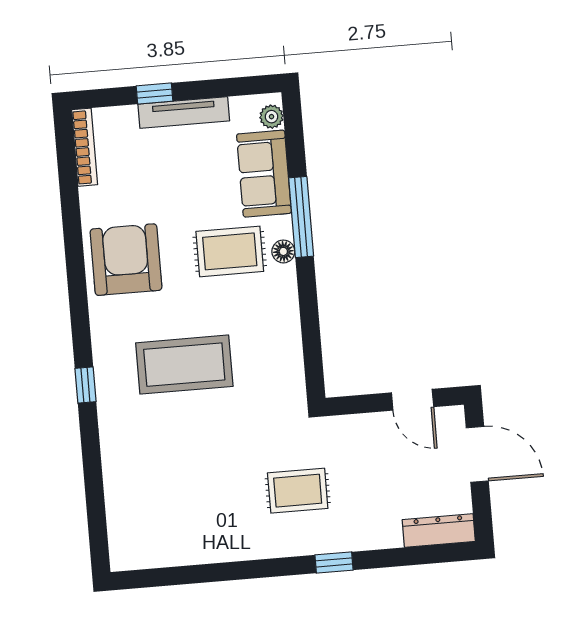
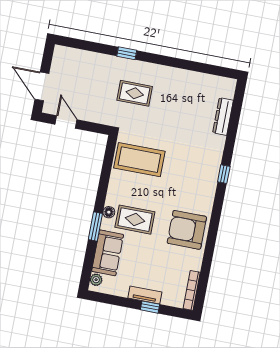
tv unit: (184, 113) -> (145, 295), width x0.71
window: (301, 217) -> (95, 227), width x0.69
armchair: (126, 260) -> (187, 230), turned 90
coffee table: (184, 365) -> (139, 160), moved
dresser: (439, 531) -> (223, 117), moved, turned 90

